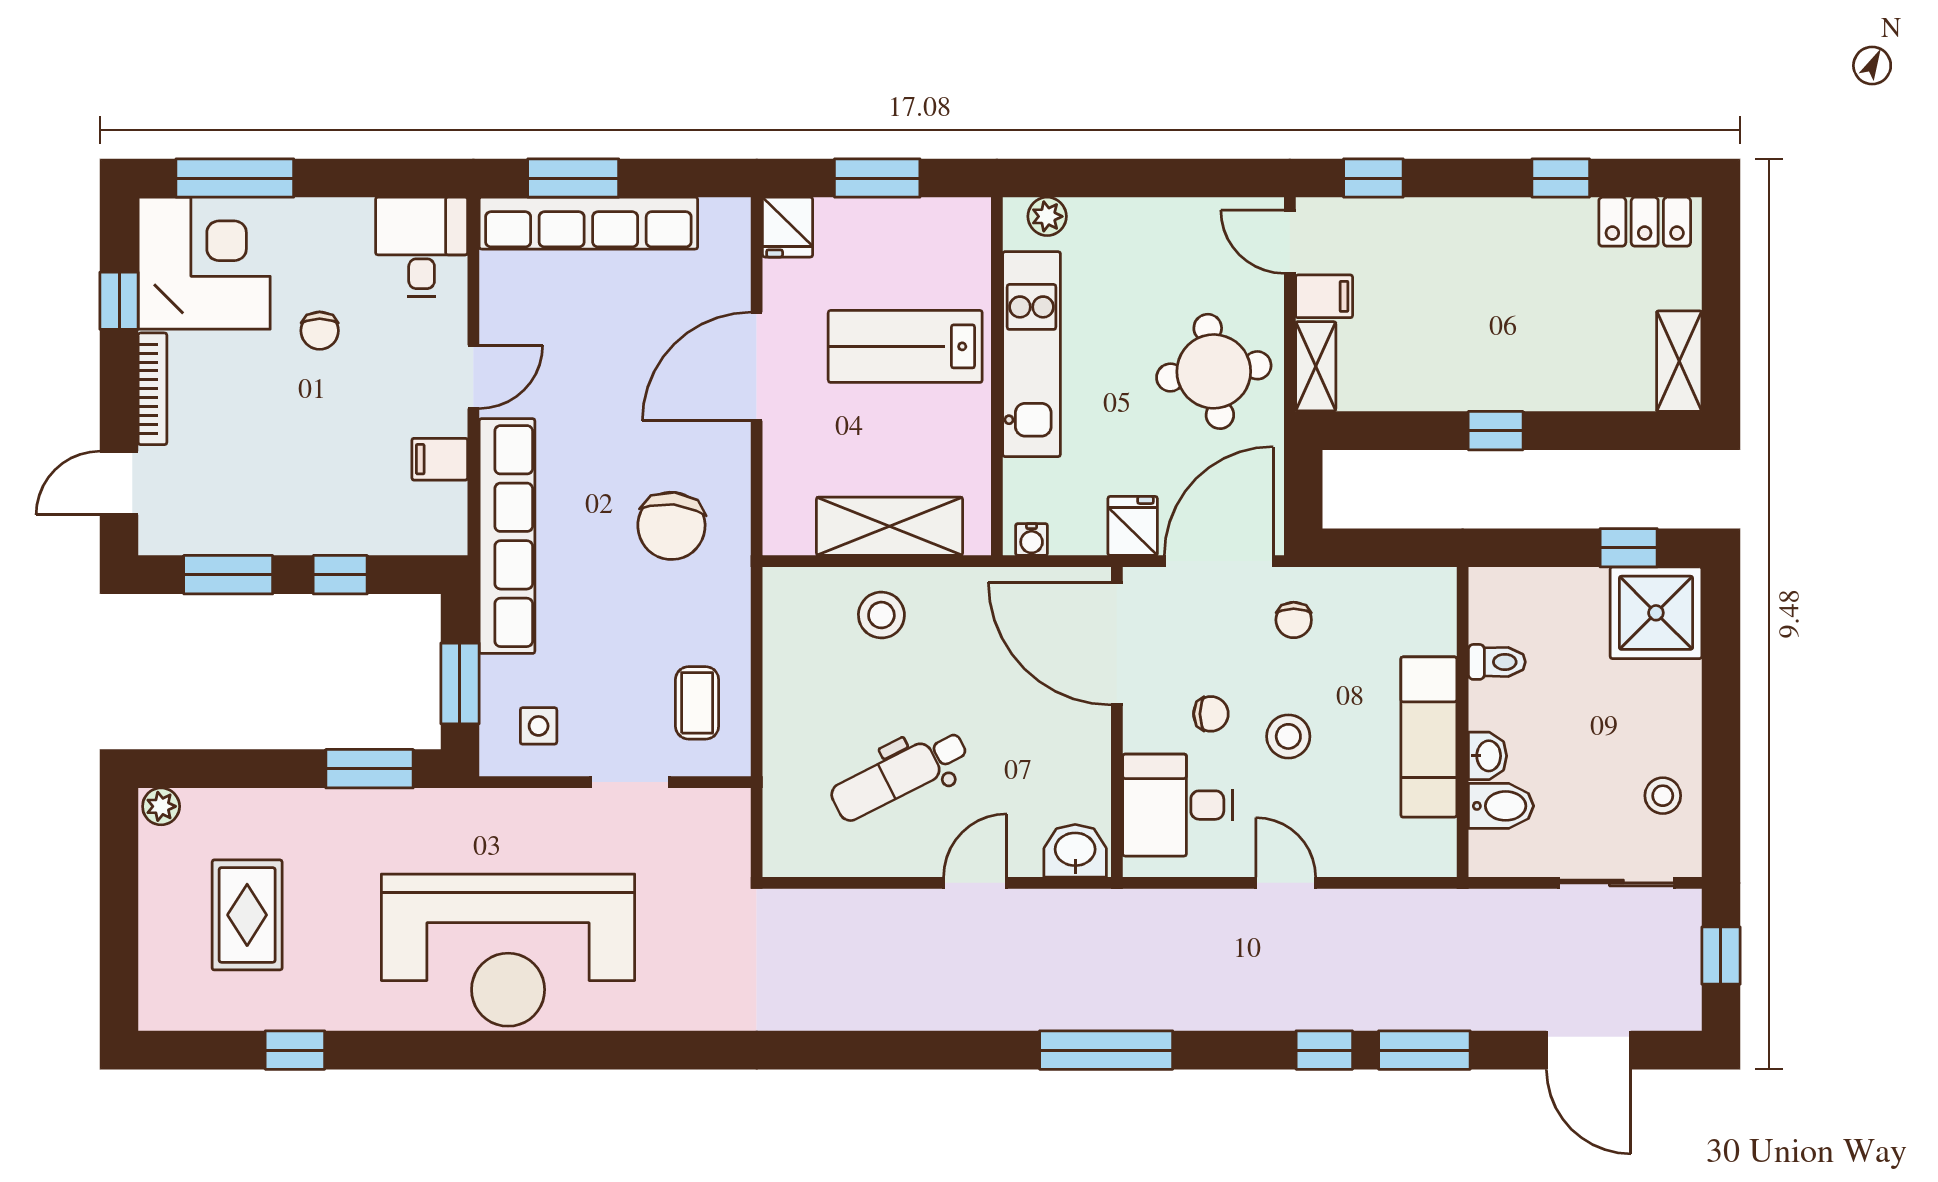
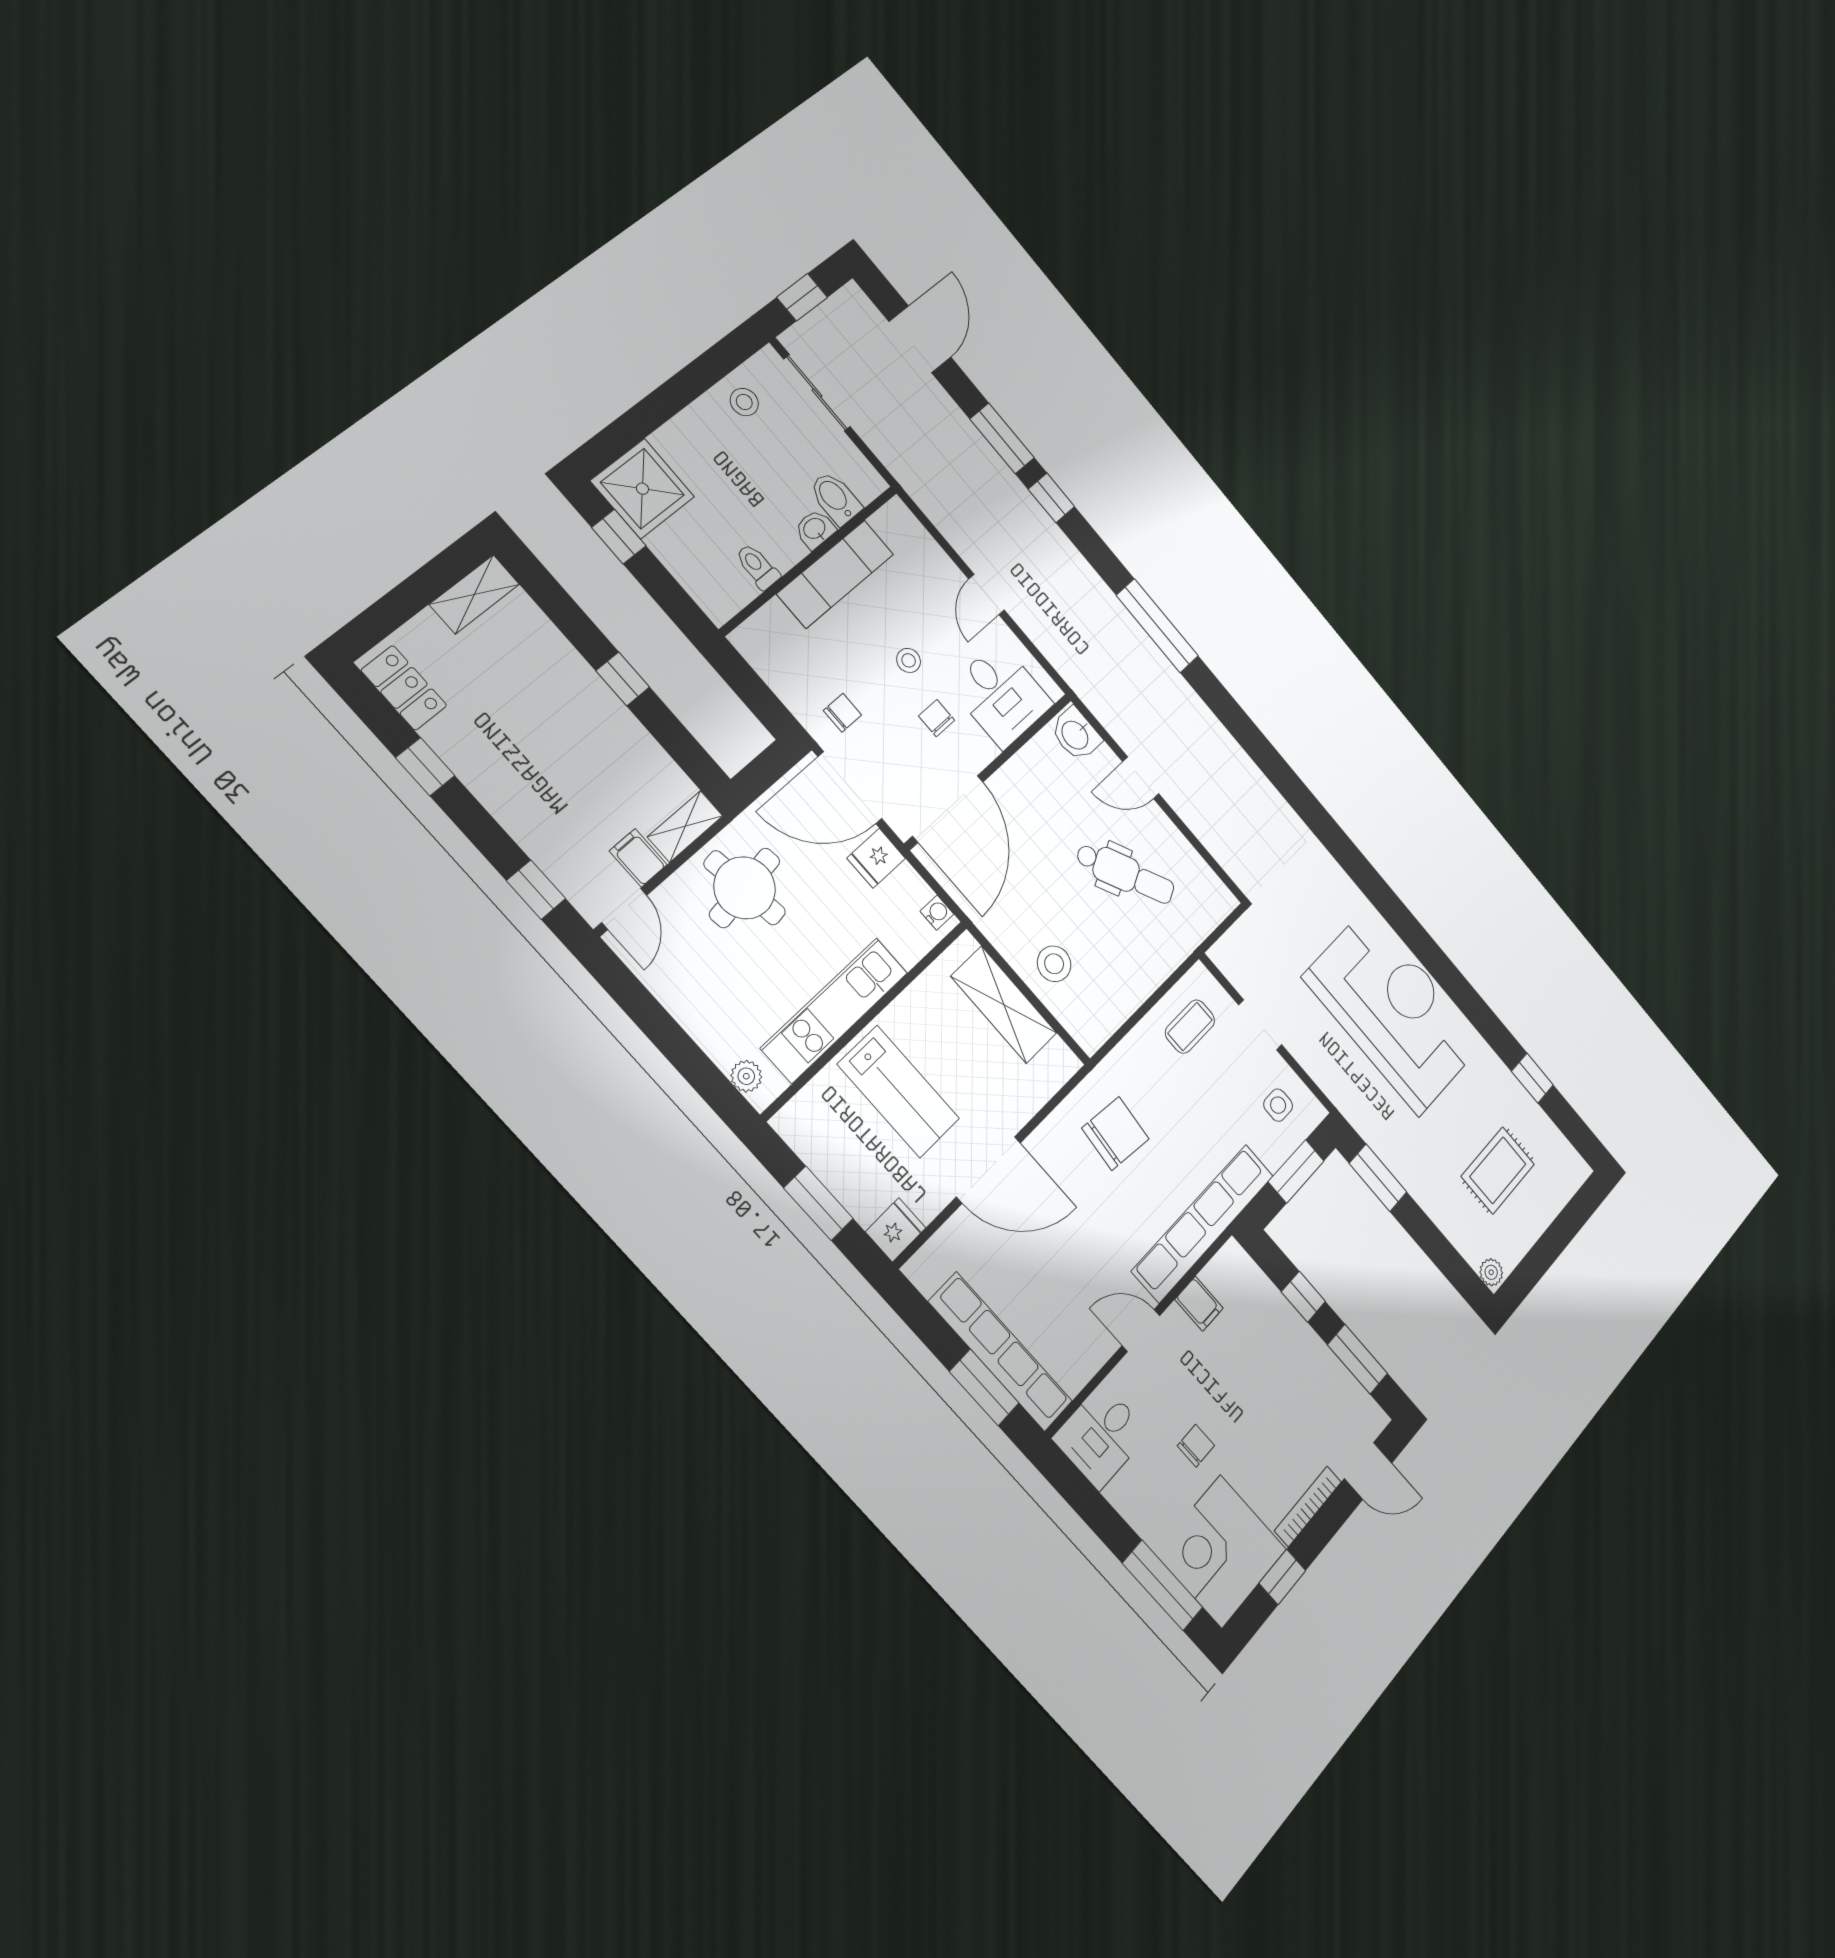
stool: (1288, 736) -> (909, 660), width x0.73, depth x0.73

